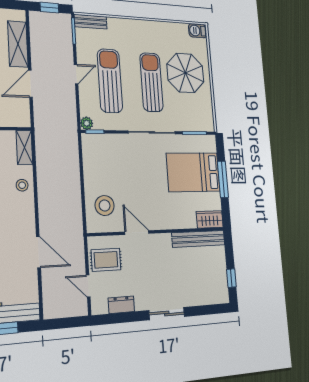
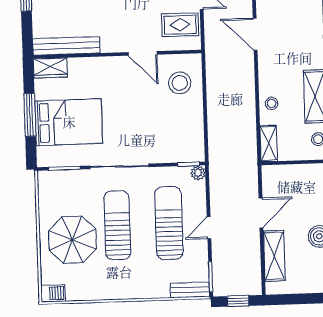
sun lounger: (110, 81) -> (169, 223), turned 180
sun lounger: (151, 82) -> (117, 225), turned 180

